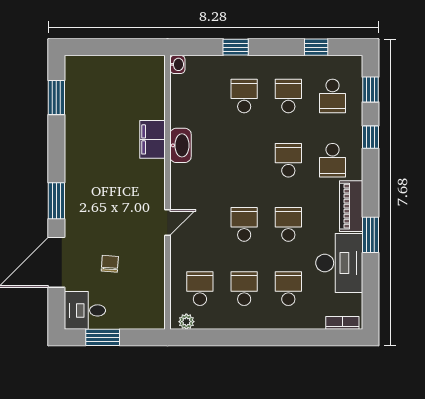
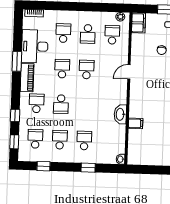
school desk: (244, 96) -> (84, 140), turned 180
school desk: (288, 96) -> (60, 140), turned 180
filing cabinet: (152, 139) -> (136, 123), width x0.50
school desk: (244, 224) -> (87, 69), turned 180
school desk: (288, 224) -> (62, 69), turned 180
school desk: (200, 289) -> (112, 35), turned 180
school desk: (288, 289) -> (63, 33), turned 180
filing cabinet: (153, 312) -> (138, 23), added

